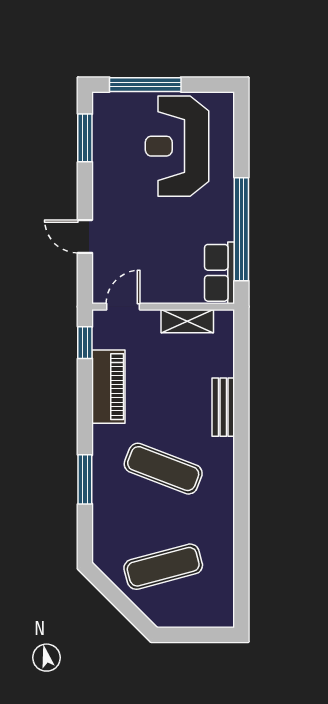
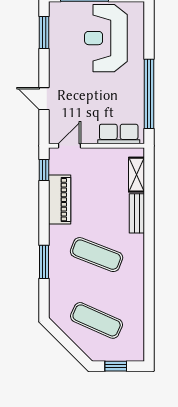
row of seats: (220, 273) -> (119, 134), moved, turned 90
shelving: (187, 321) -> (136, 175), moved, turned 90
exercise mat: (163, 567) -> (97, 320), turned 39
window: (192, 635) -> (116, 366), added

